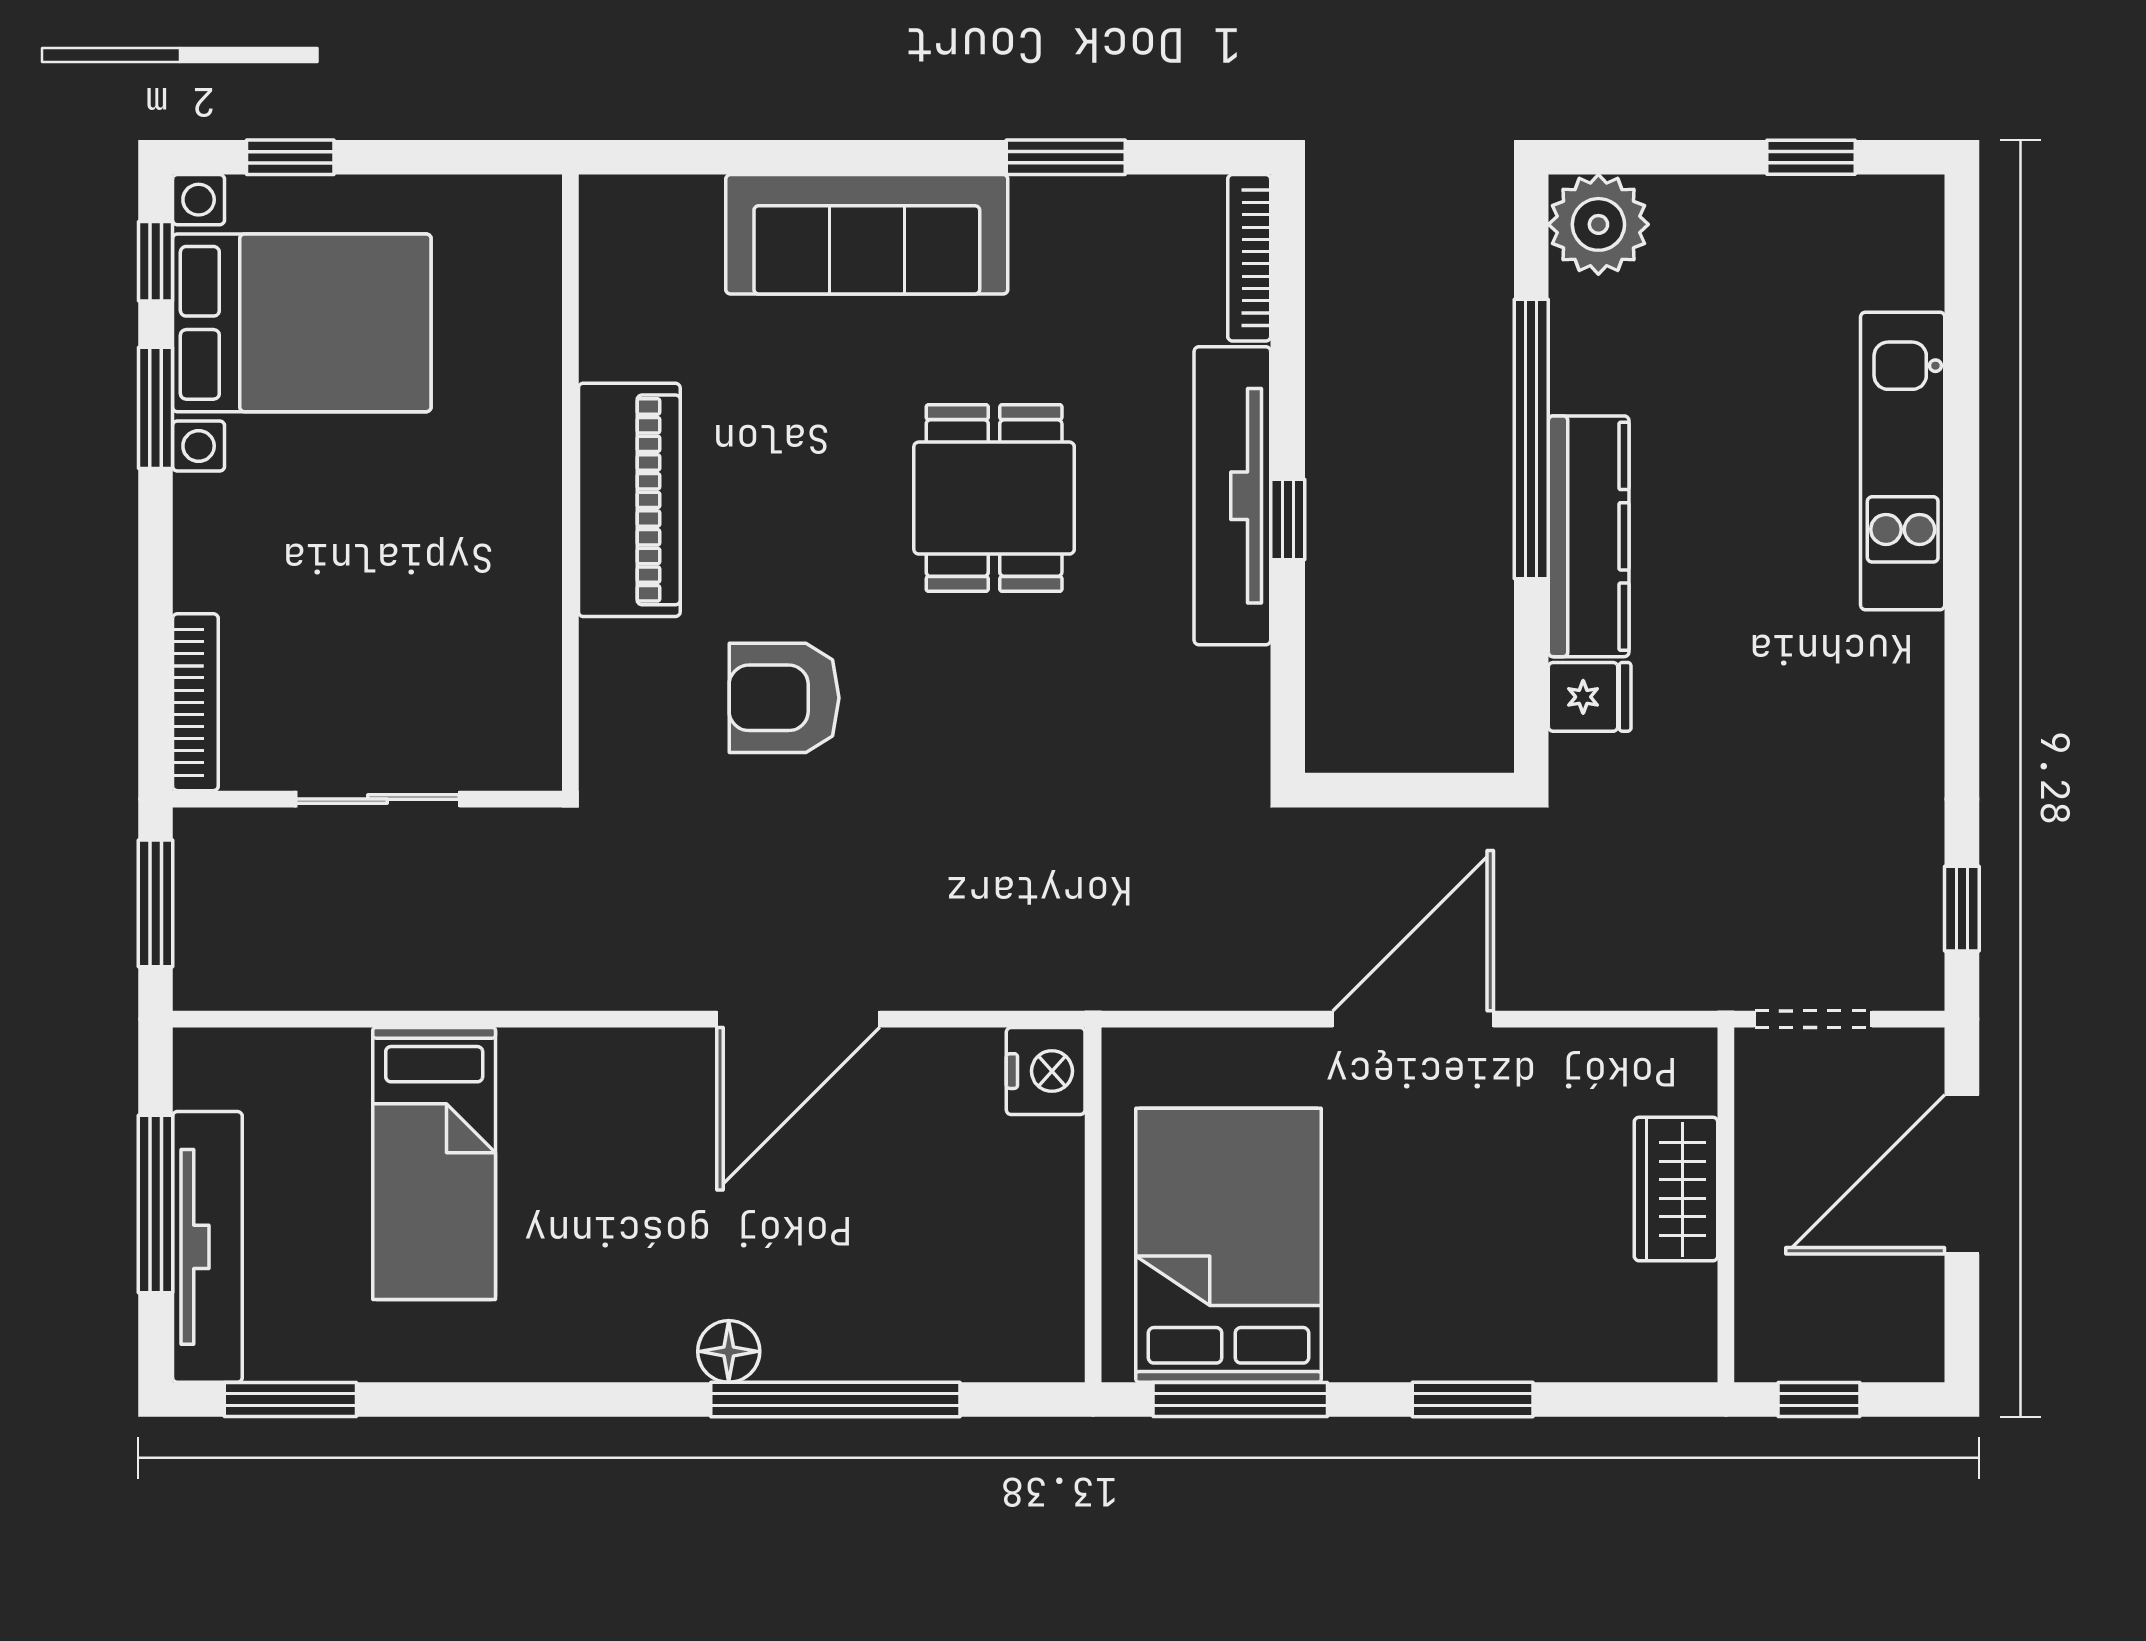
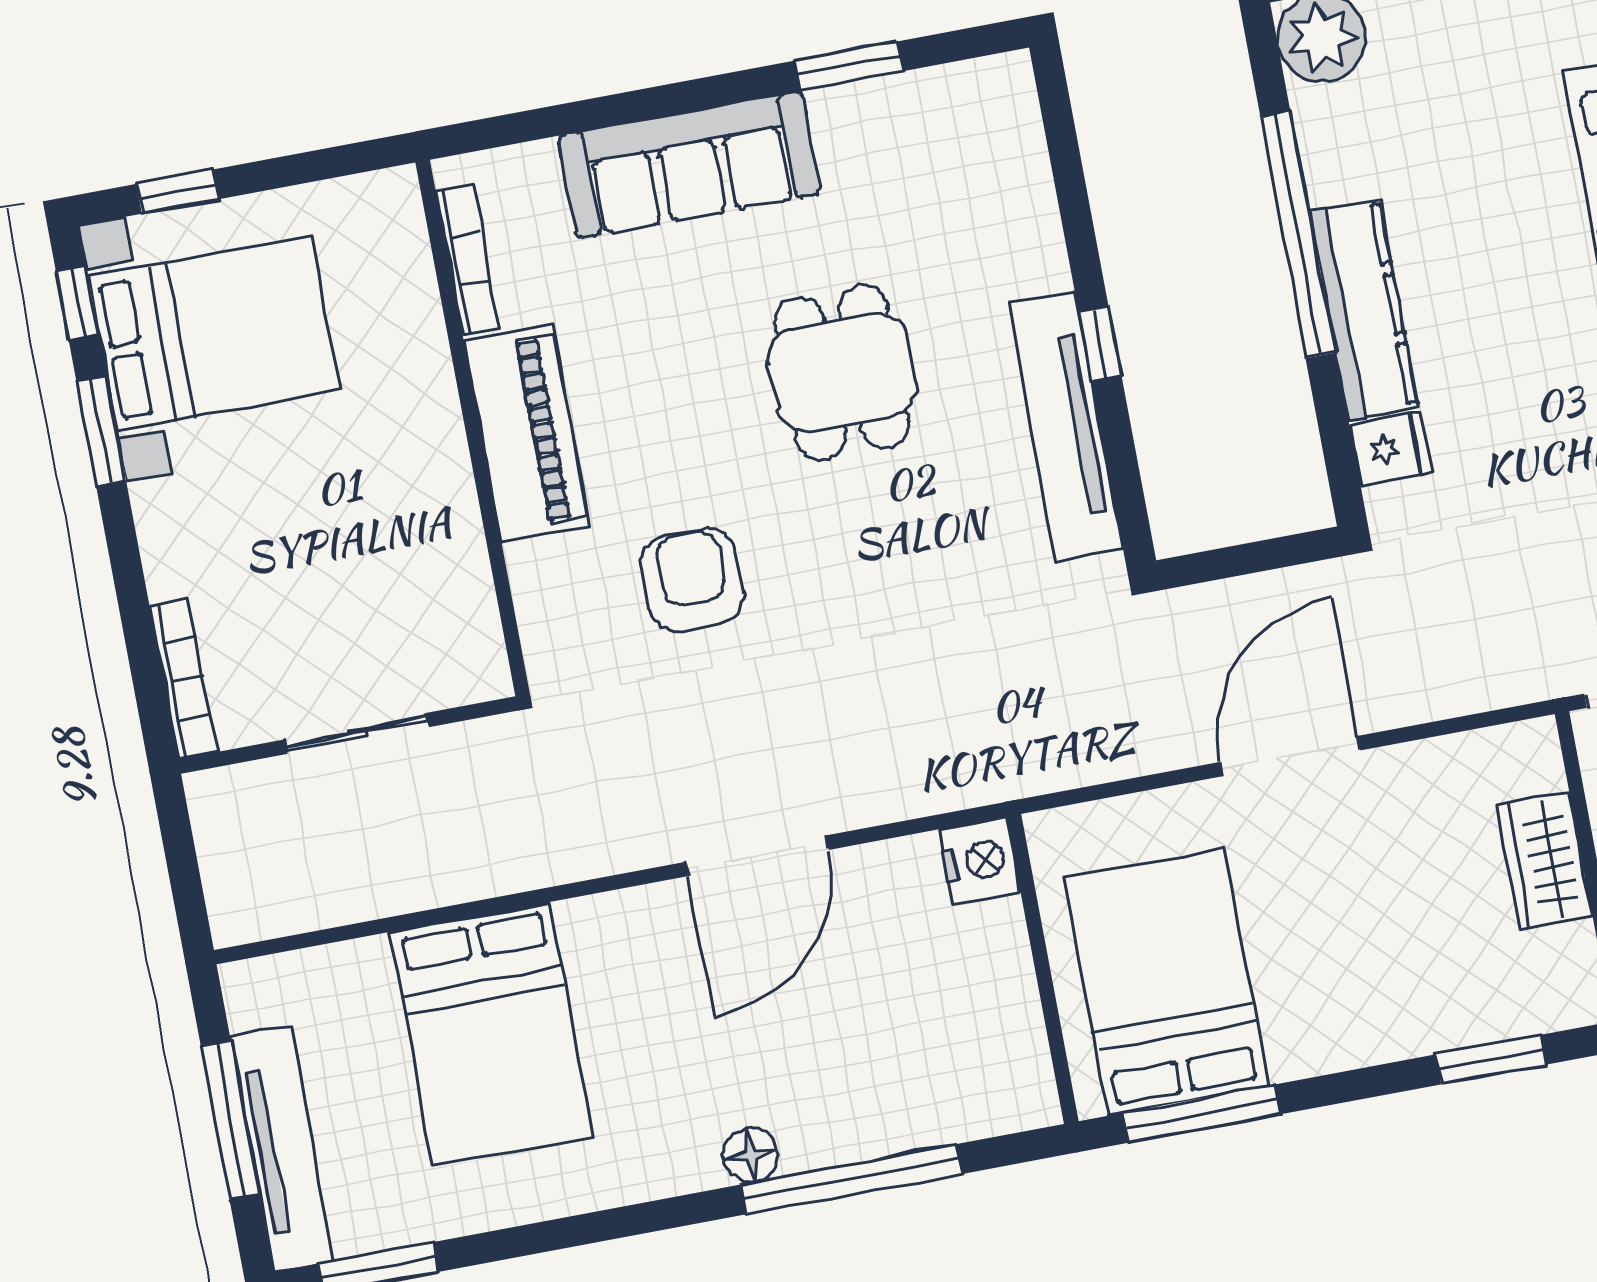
bookcase: (1249, 258) -> (468, 260), moved, turned 180
tv unit: (1232, 496) -> (1066, 426), moved
armchair: (784, 698) -> (693, 580), turned 90
window: (156, 903) -> (182, 860), removed
bed: (434, 1164) -> (492, 1035), width x1.50
window: (1473, 1400) -> (1491, 1060), moved

